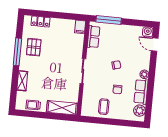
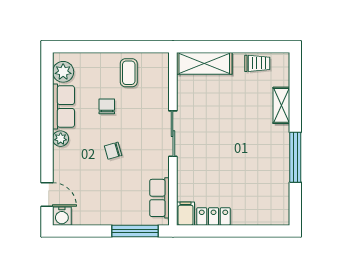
locker: (40, 21) -> (213, 216), moved
pallet: (34, 47) -> (266, 169), removed

